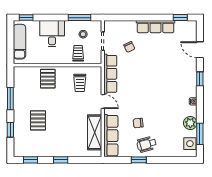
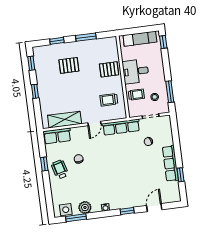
window: (180, 18) -> (181, 175), moved
desk: (52, 34) -> (136, 71), moved, turned 180
row of seats: (111, 136) -> (57, 136), width x0.68

